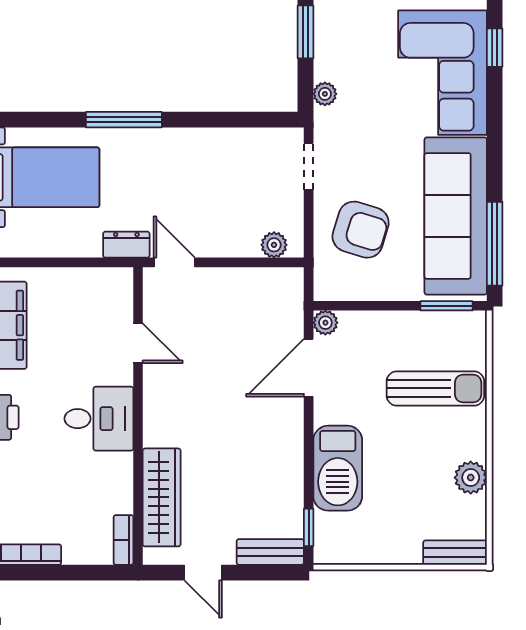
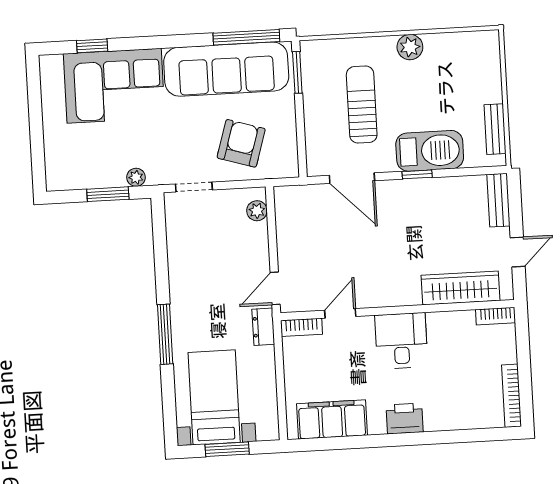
window: (306, 32) -> (108, 194), moved
bookcase: (123, 293) -> (301, 327), added
plant: (325, 323) -> (316, 167), removed
sun lounger: (435, 388) -> (362, 105), moved
plant: (471, 478) -> (410, 47), moved
window: (309, 527) -> (417, 174), moved
bench: (455, 553) -> (495, 129), moved

